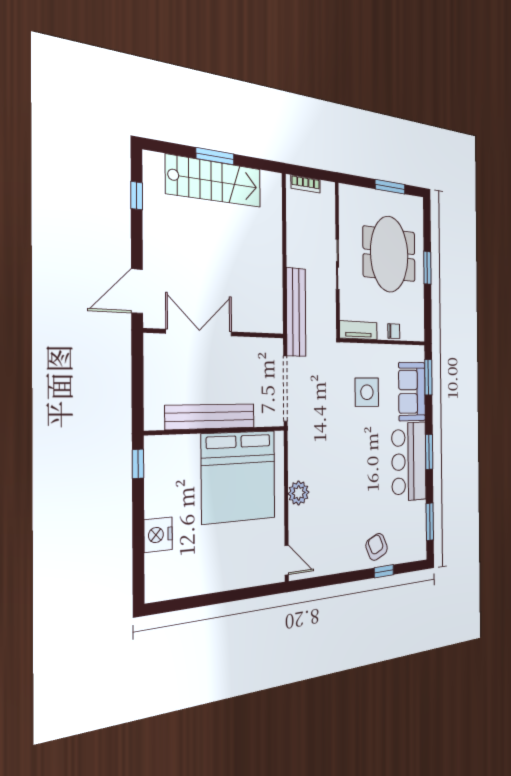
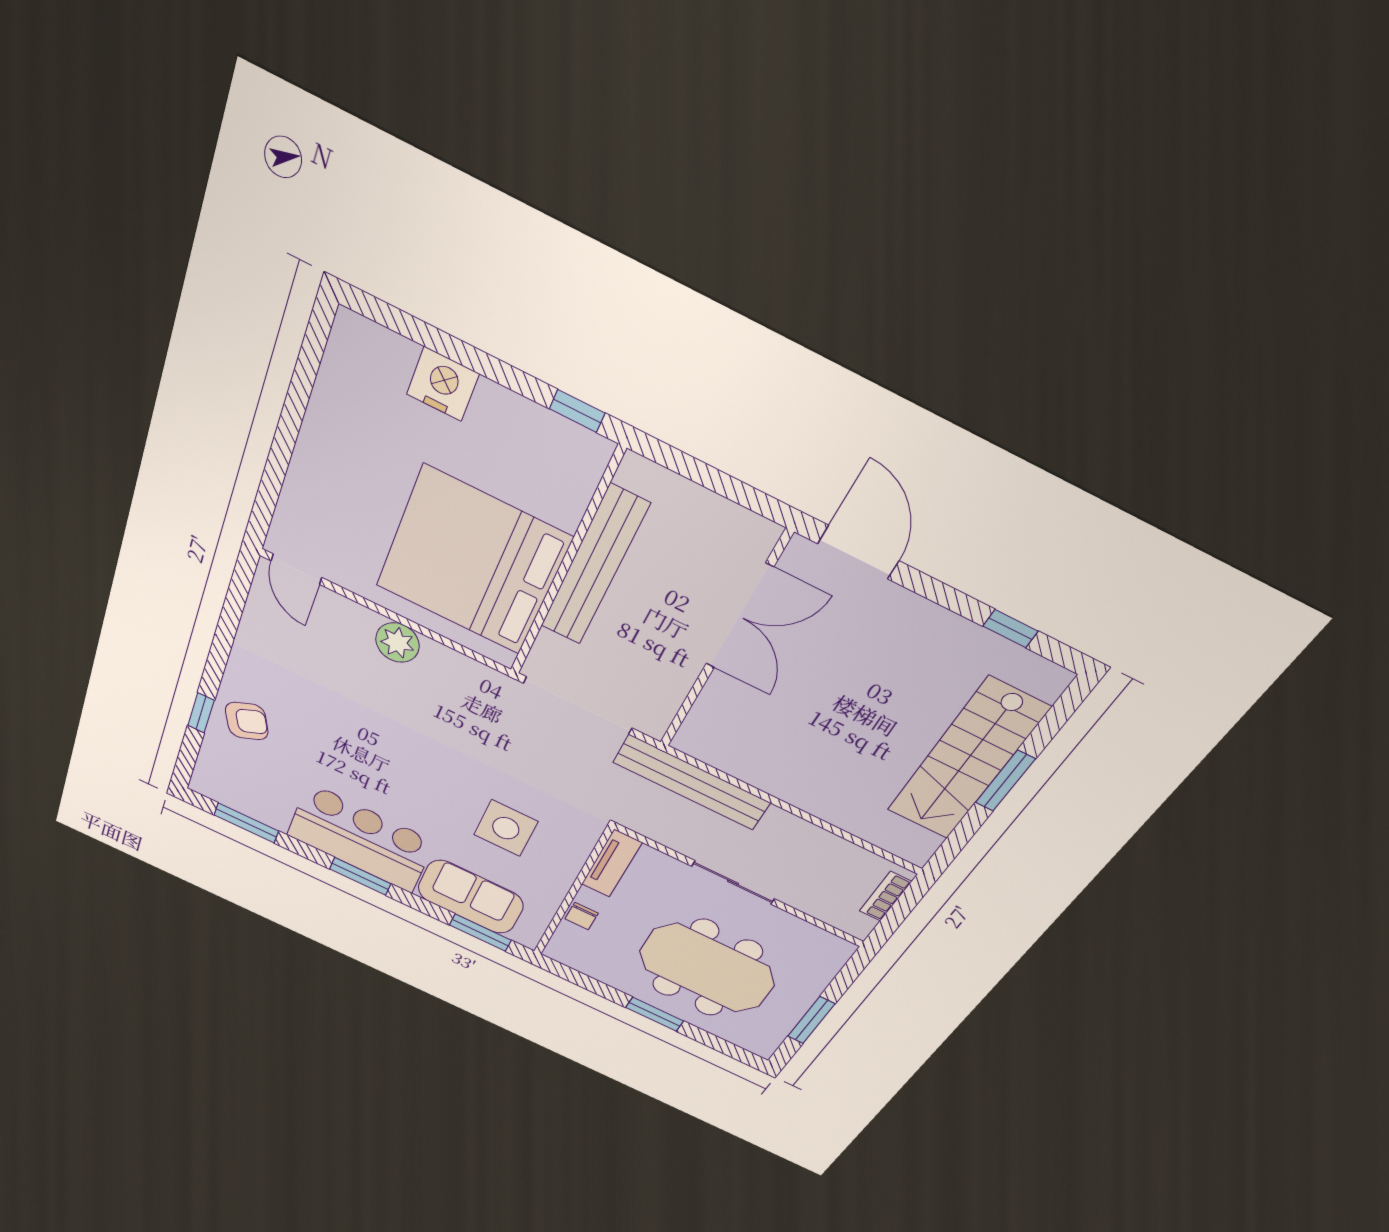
door: (287, 560) -> (296, 569), hinge flipped

